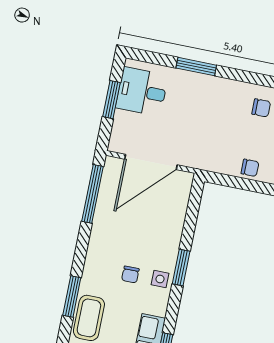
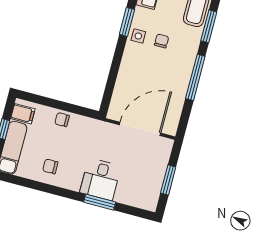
desk: (142, 92) -> (100, 179), moved, turned 90
window: (93, 194) -> (195, 77), moved
window: (181, 267) -> (127, 22), moved

